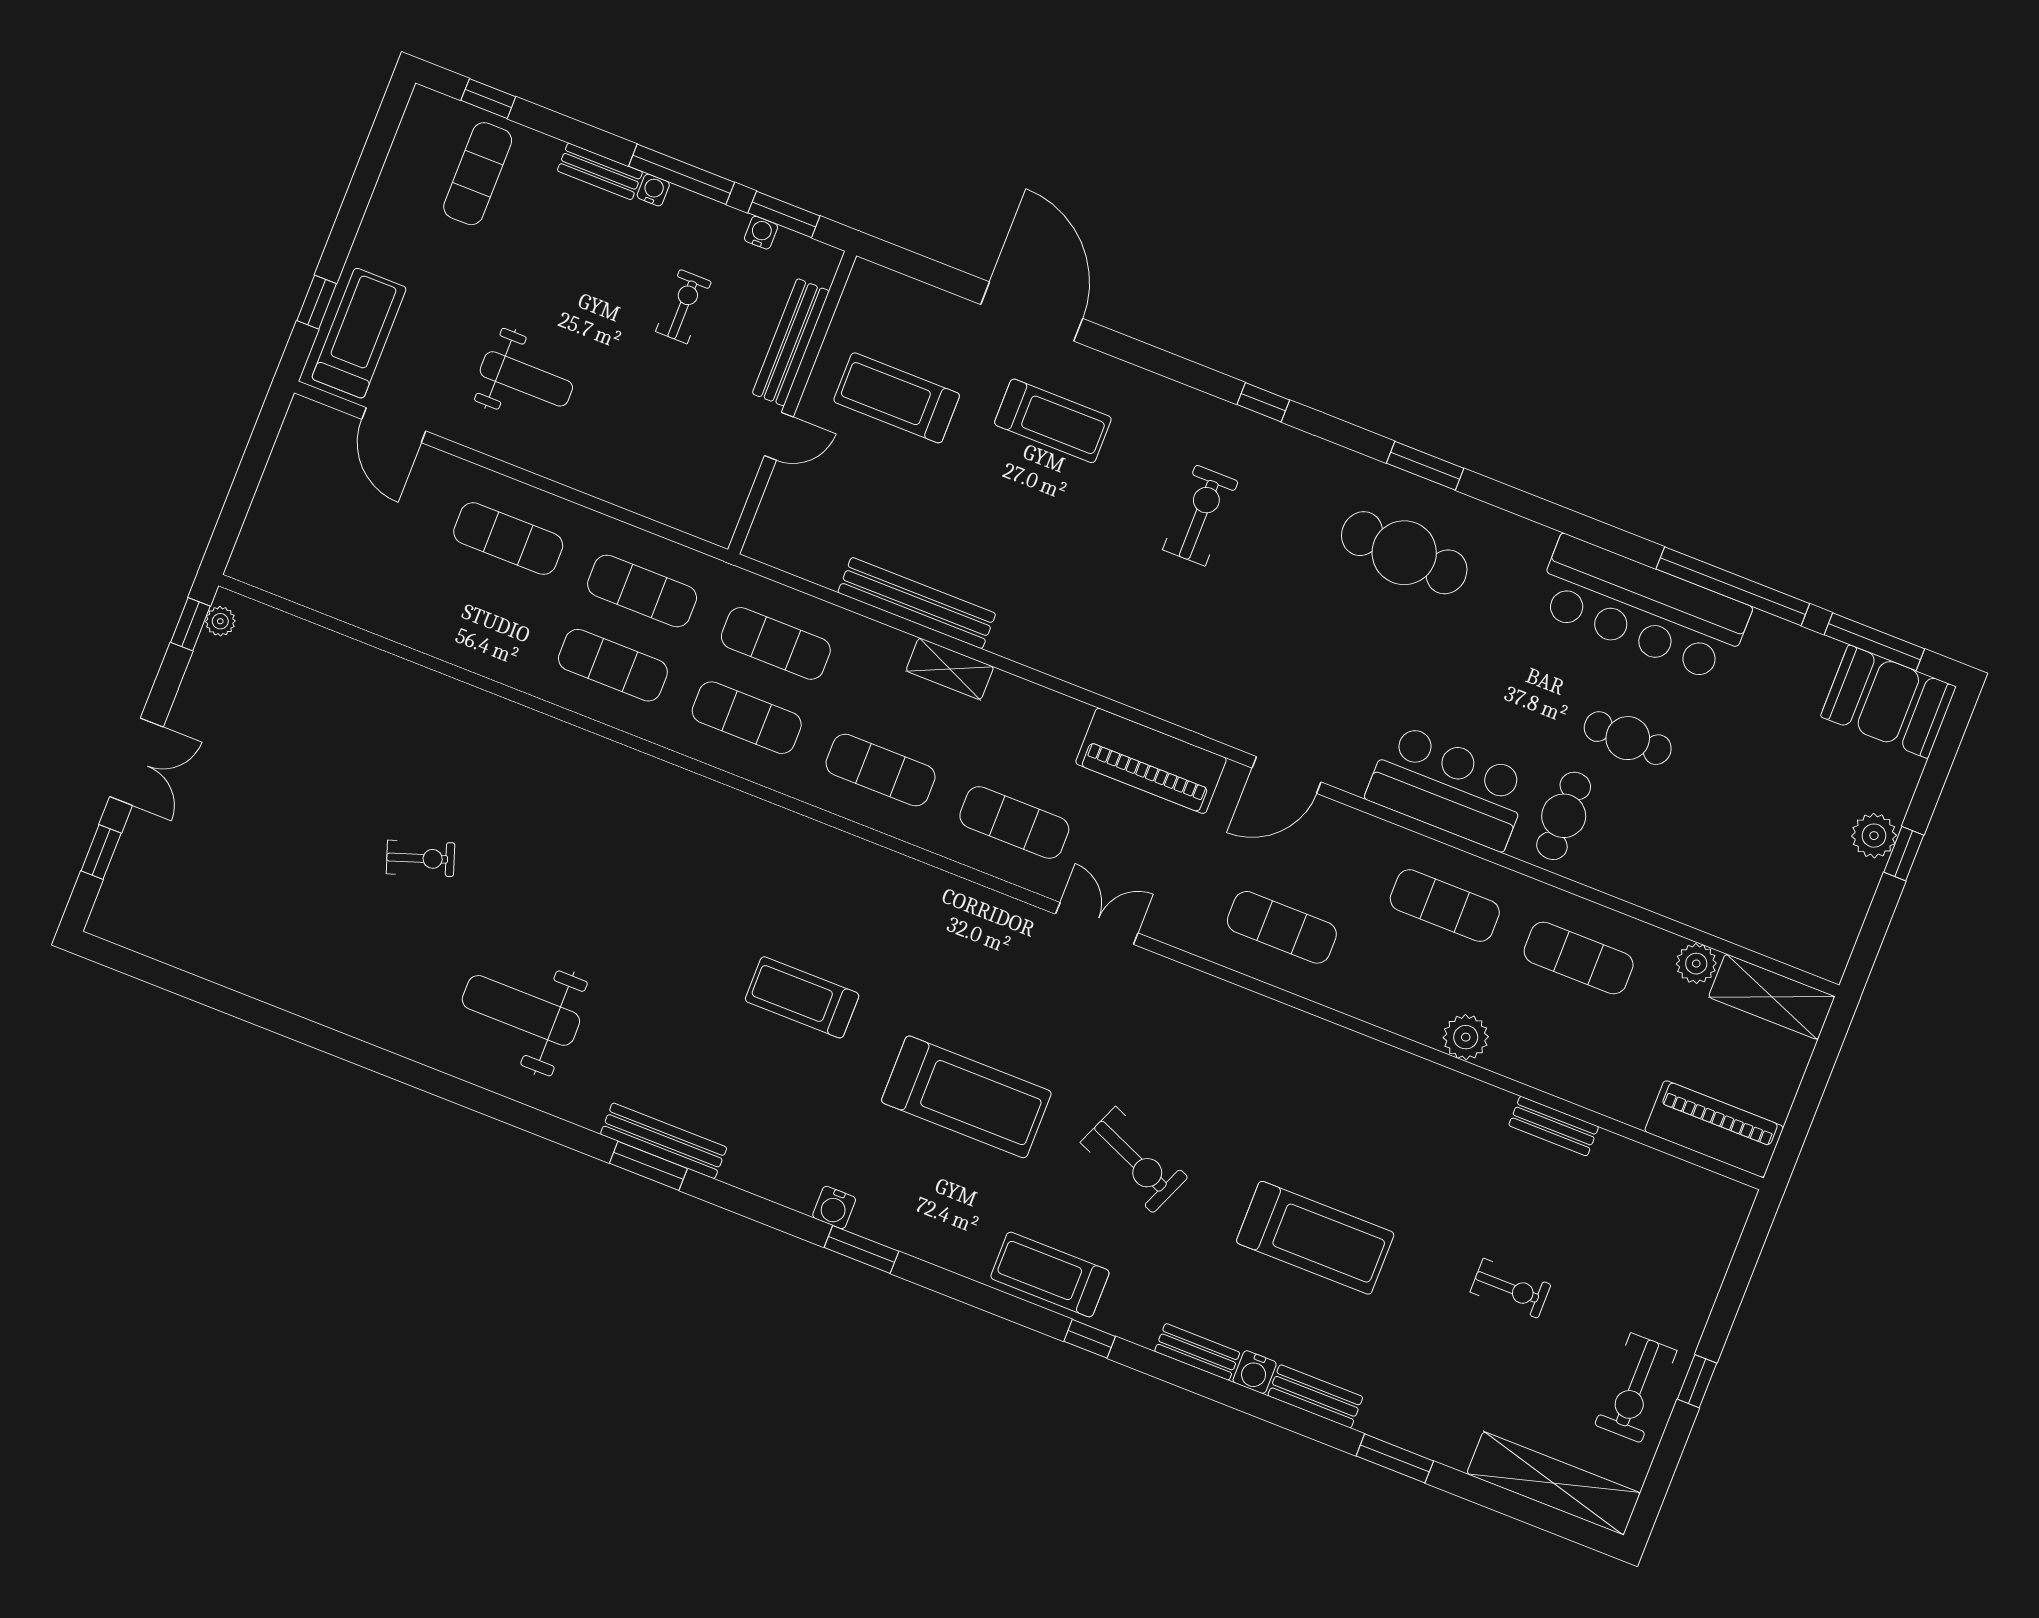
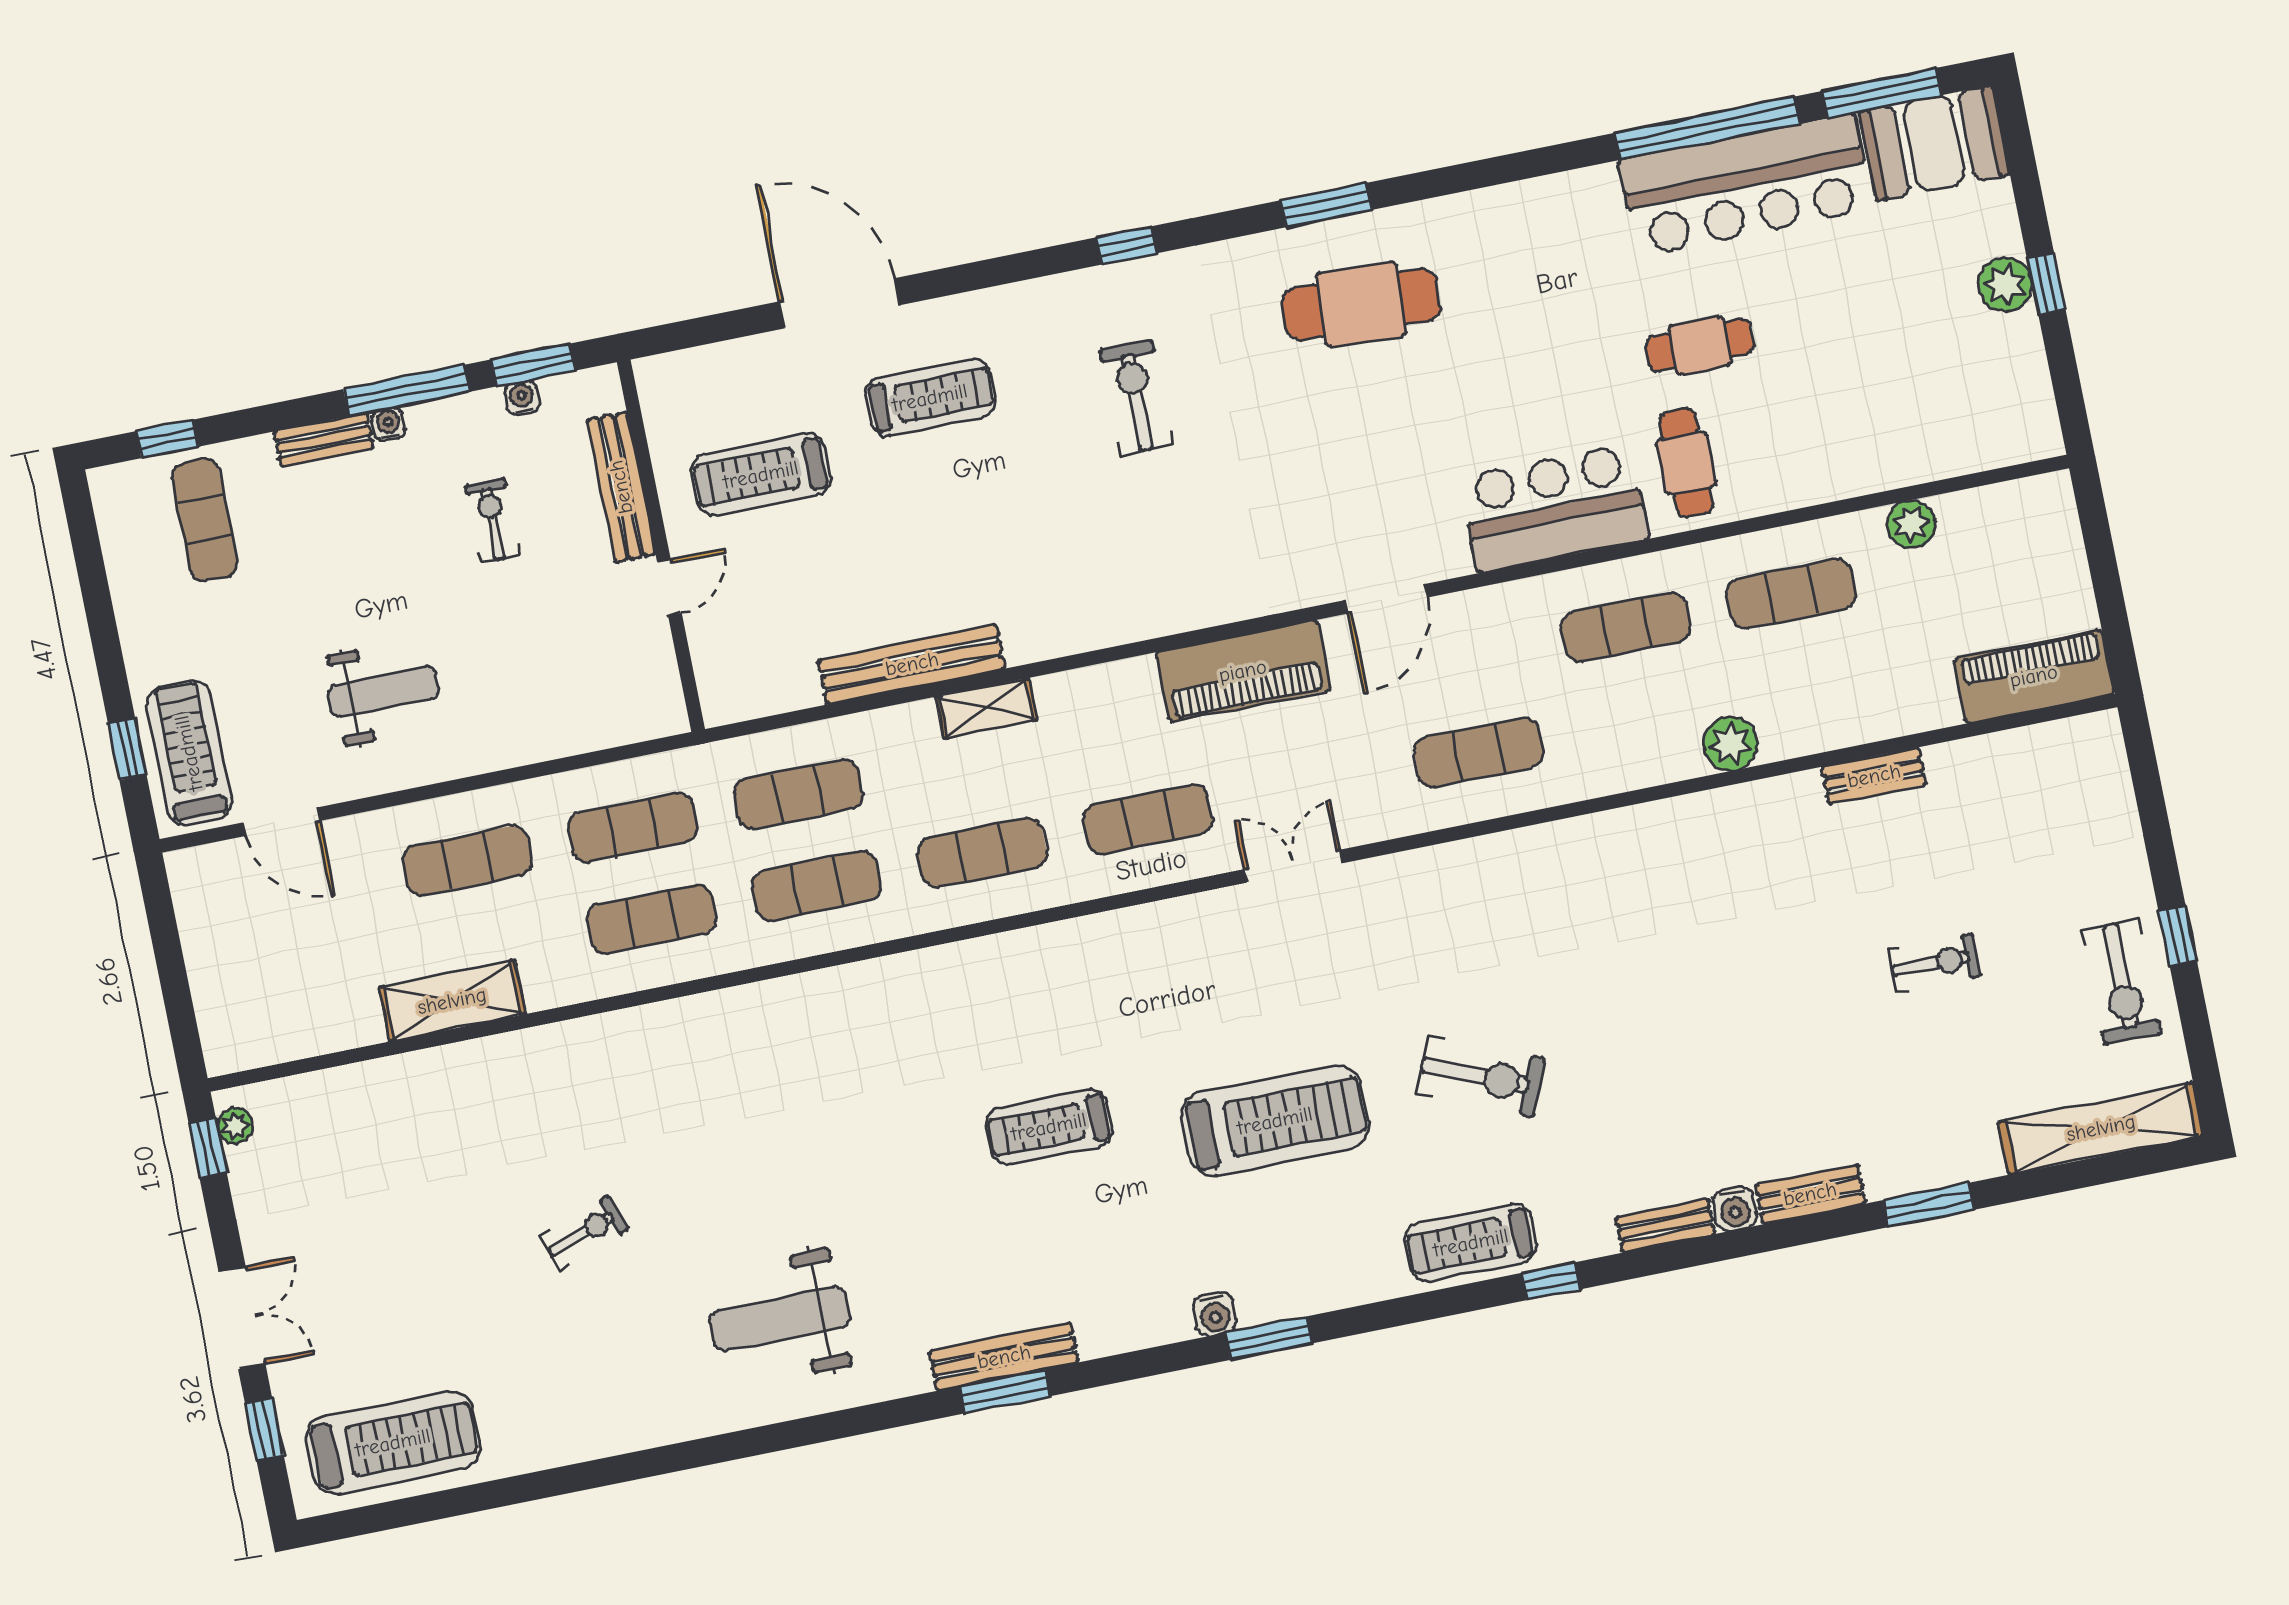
bar counter: (1642, 609) -> (1746, 185), moved
shelving: (1772, 997) -> (452, 1001), moved
treadmill: (1315, 1238) -> (393, 1443), moved

